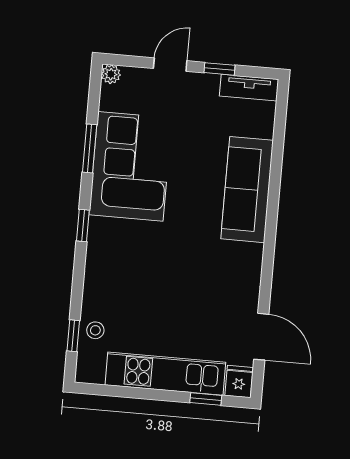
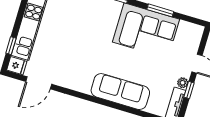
plant: (111, 74) -> (183, 83), moved

